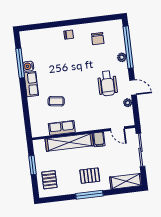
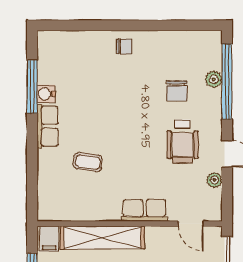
chair: (98, 39) -> (177, 91), moved
plant: (122, 57) -> (214, 79), moved
row of seats: (62, 128) -> (144, 210), moved
filing cabinet: (99, 139) -> (49, 239), moved

